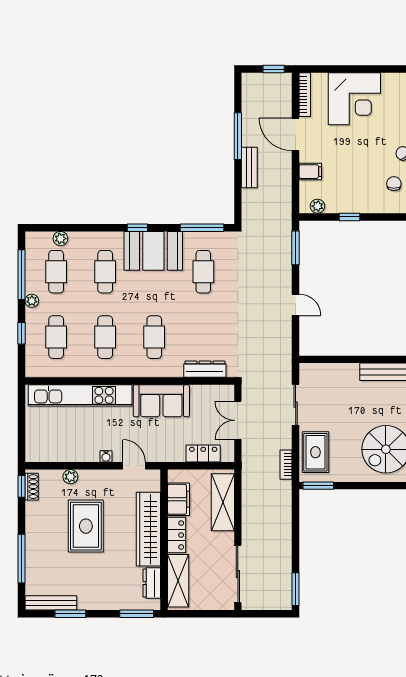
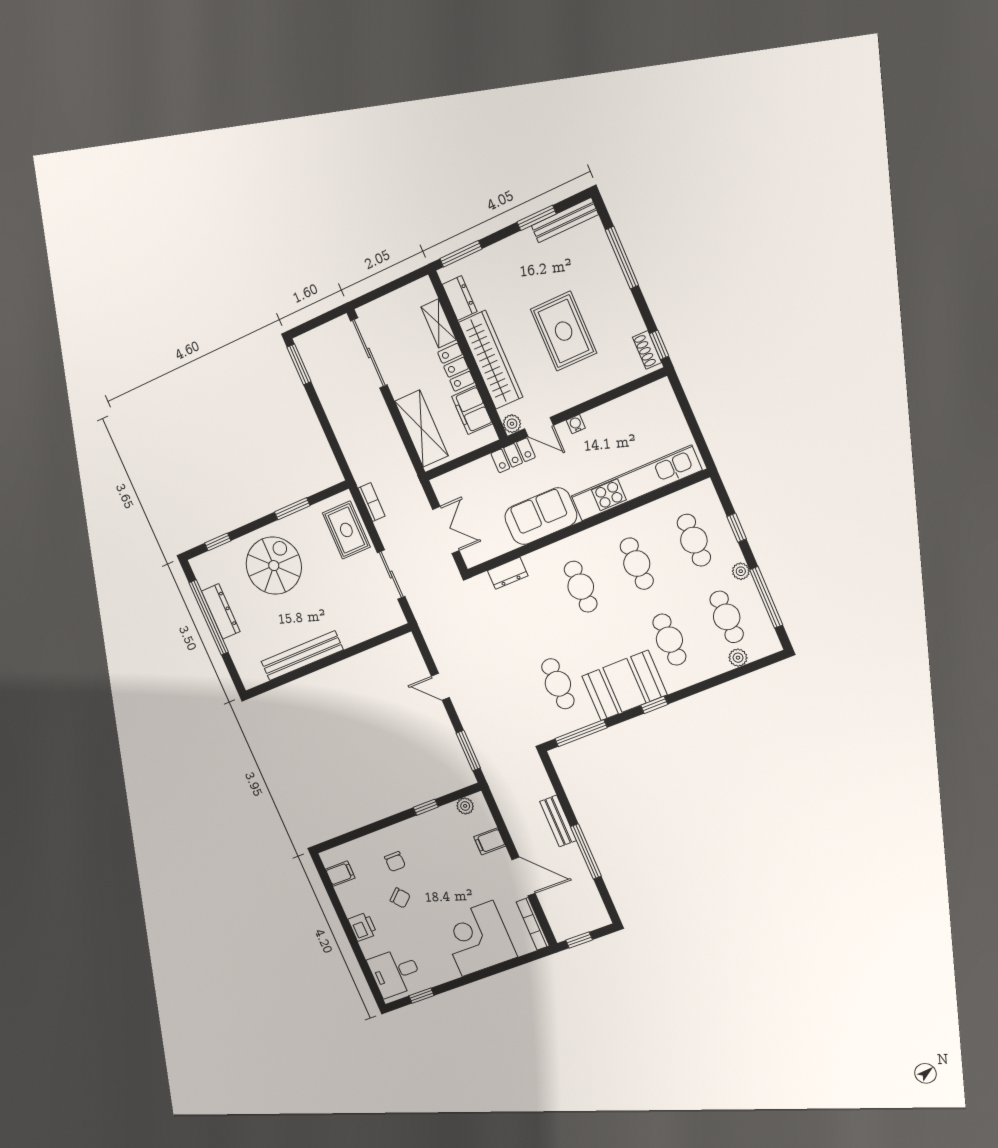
dresser: (205, 369) -> (508, 573), width x0.70
locker: (203, 454) -> (513, 455), moved
plant: (70, 477) -> (512, 424), moved
window: (318, 486) -> (292, 509), moved
shelving: (178, 581) -> (439, 323), width x0.67, depth x0.75

